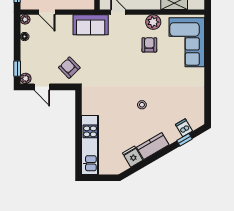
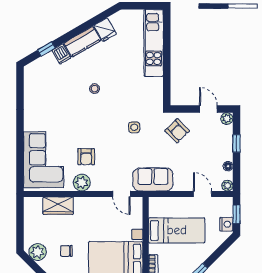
window: (17, 69) -> (236, 143), moved
side table: (107, 71) -> (134, 127), added
dishwasher: (184, 128) -> (61, 54), moved

